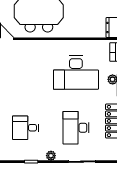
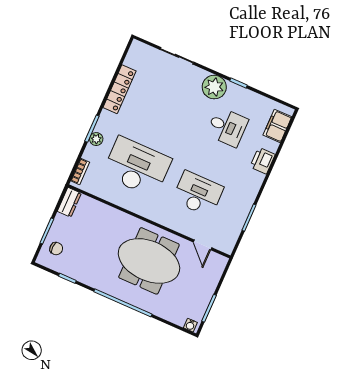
desk: (76, 128) -> (198, 194), moved, turned -90
plant: (51, 156) -> (214, 87), width x1.88, depth x1.88

